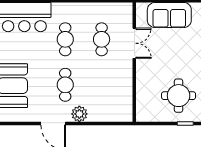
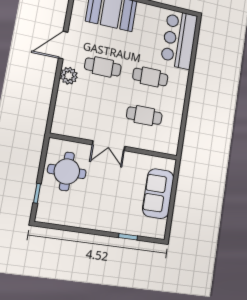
double door: (134, 43) -> (109, 146), moved
round table: (179, 96) -> (67, 171), moved

